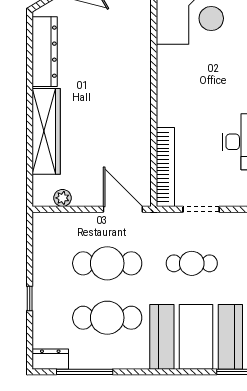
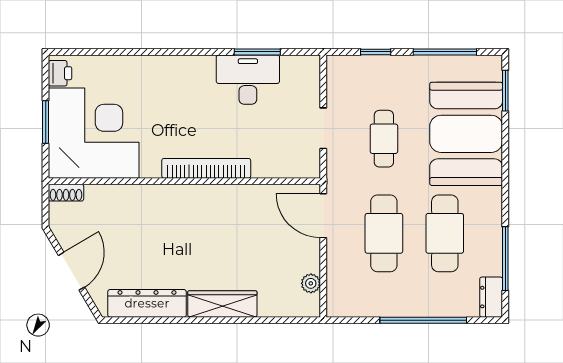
wardrobe: (46, 131) -> (222, 304), width x0.71, depth x0.85
bookcase: (165, 167) -> (206, 168), moved
door: (123, 209) -> (323, 216), hinge flipped
window: (30, 298) -> (423, 320), width x3.17

